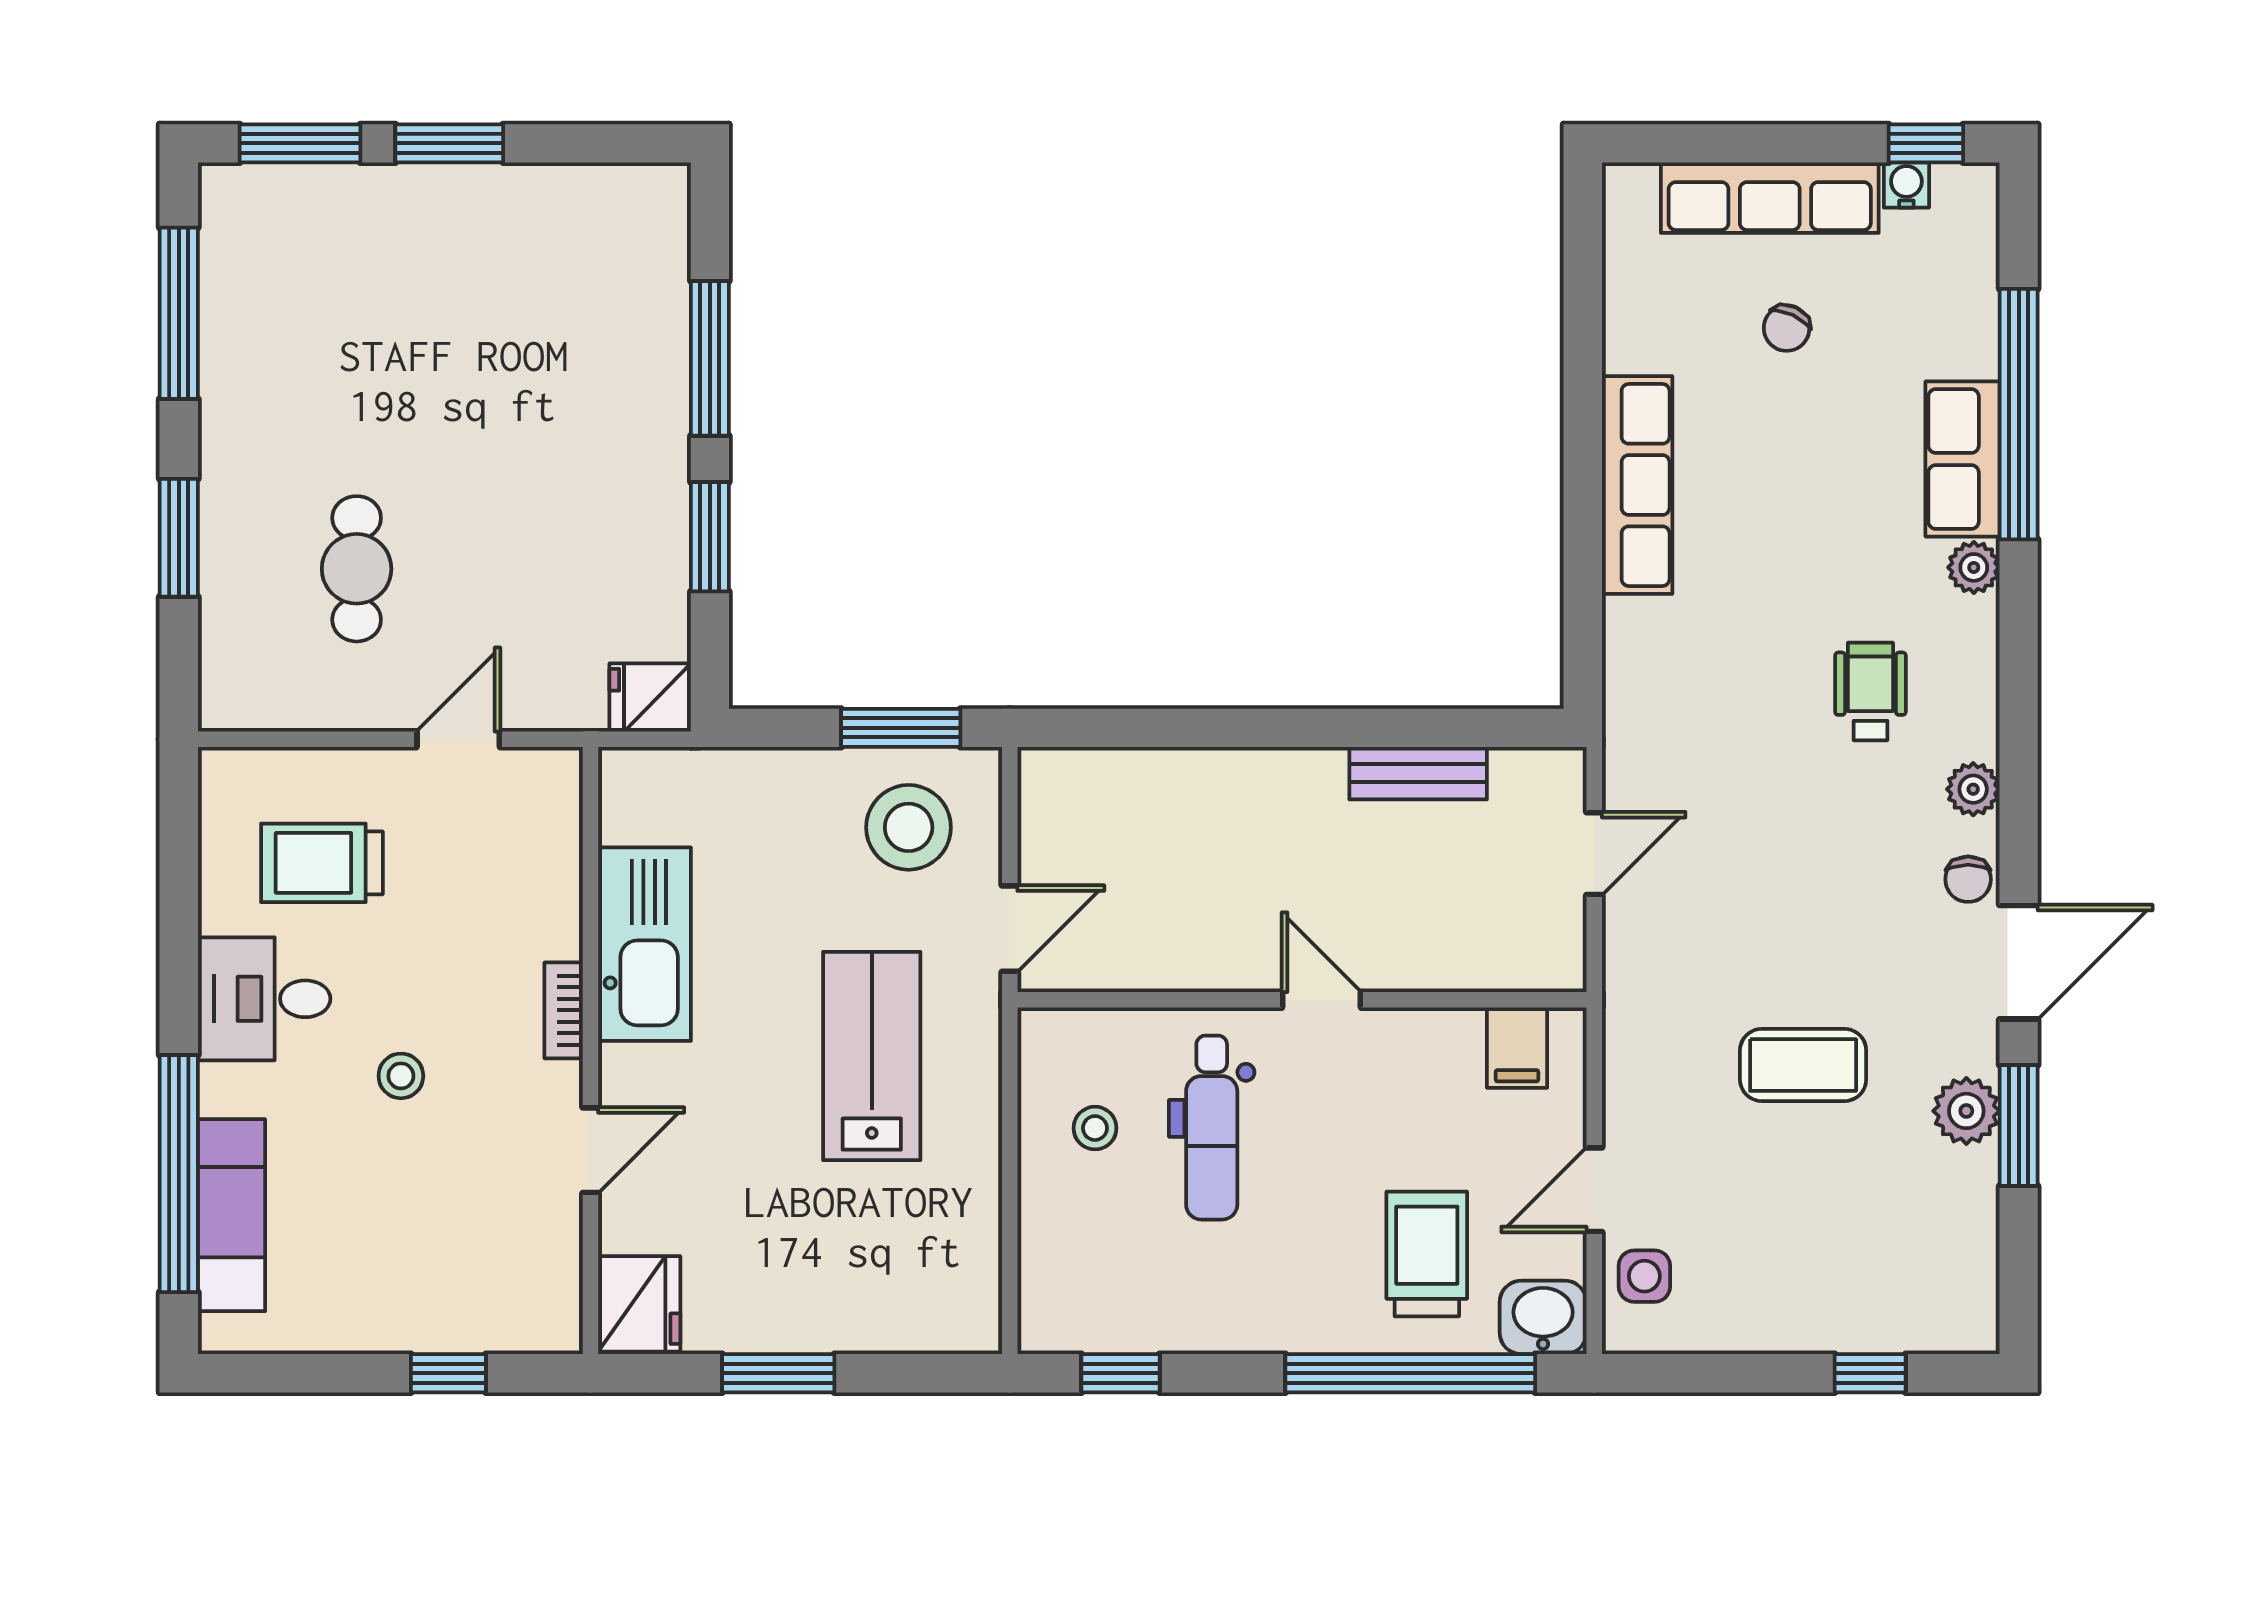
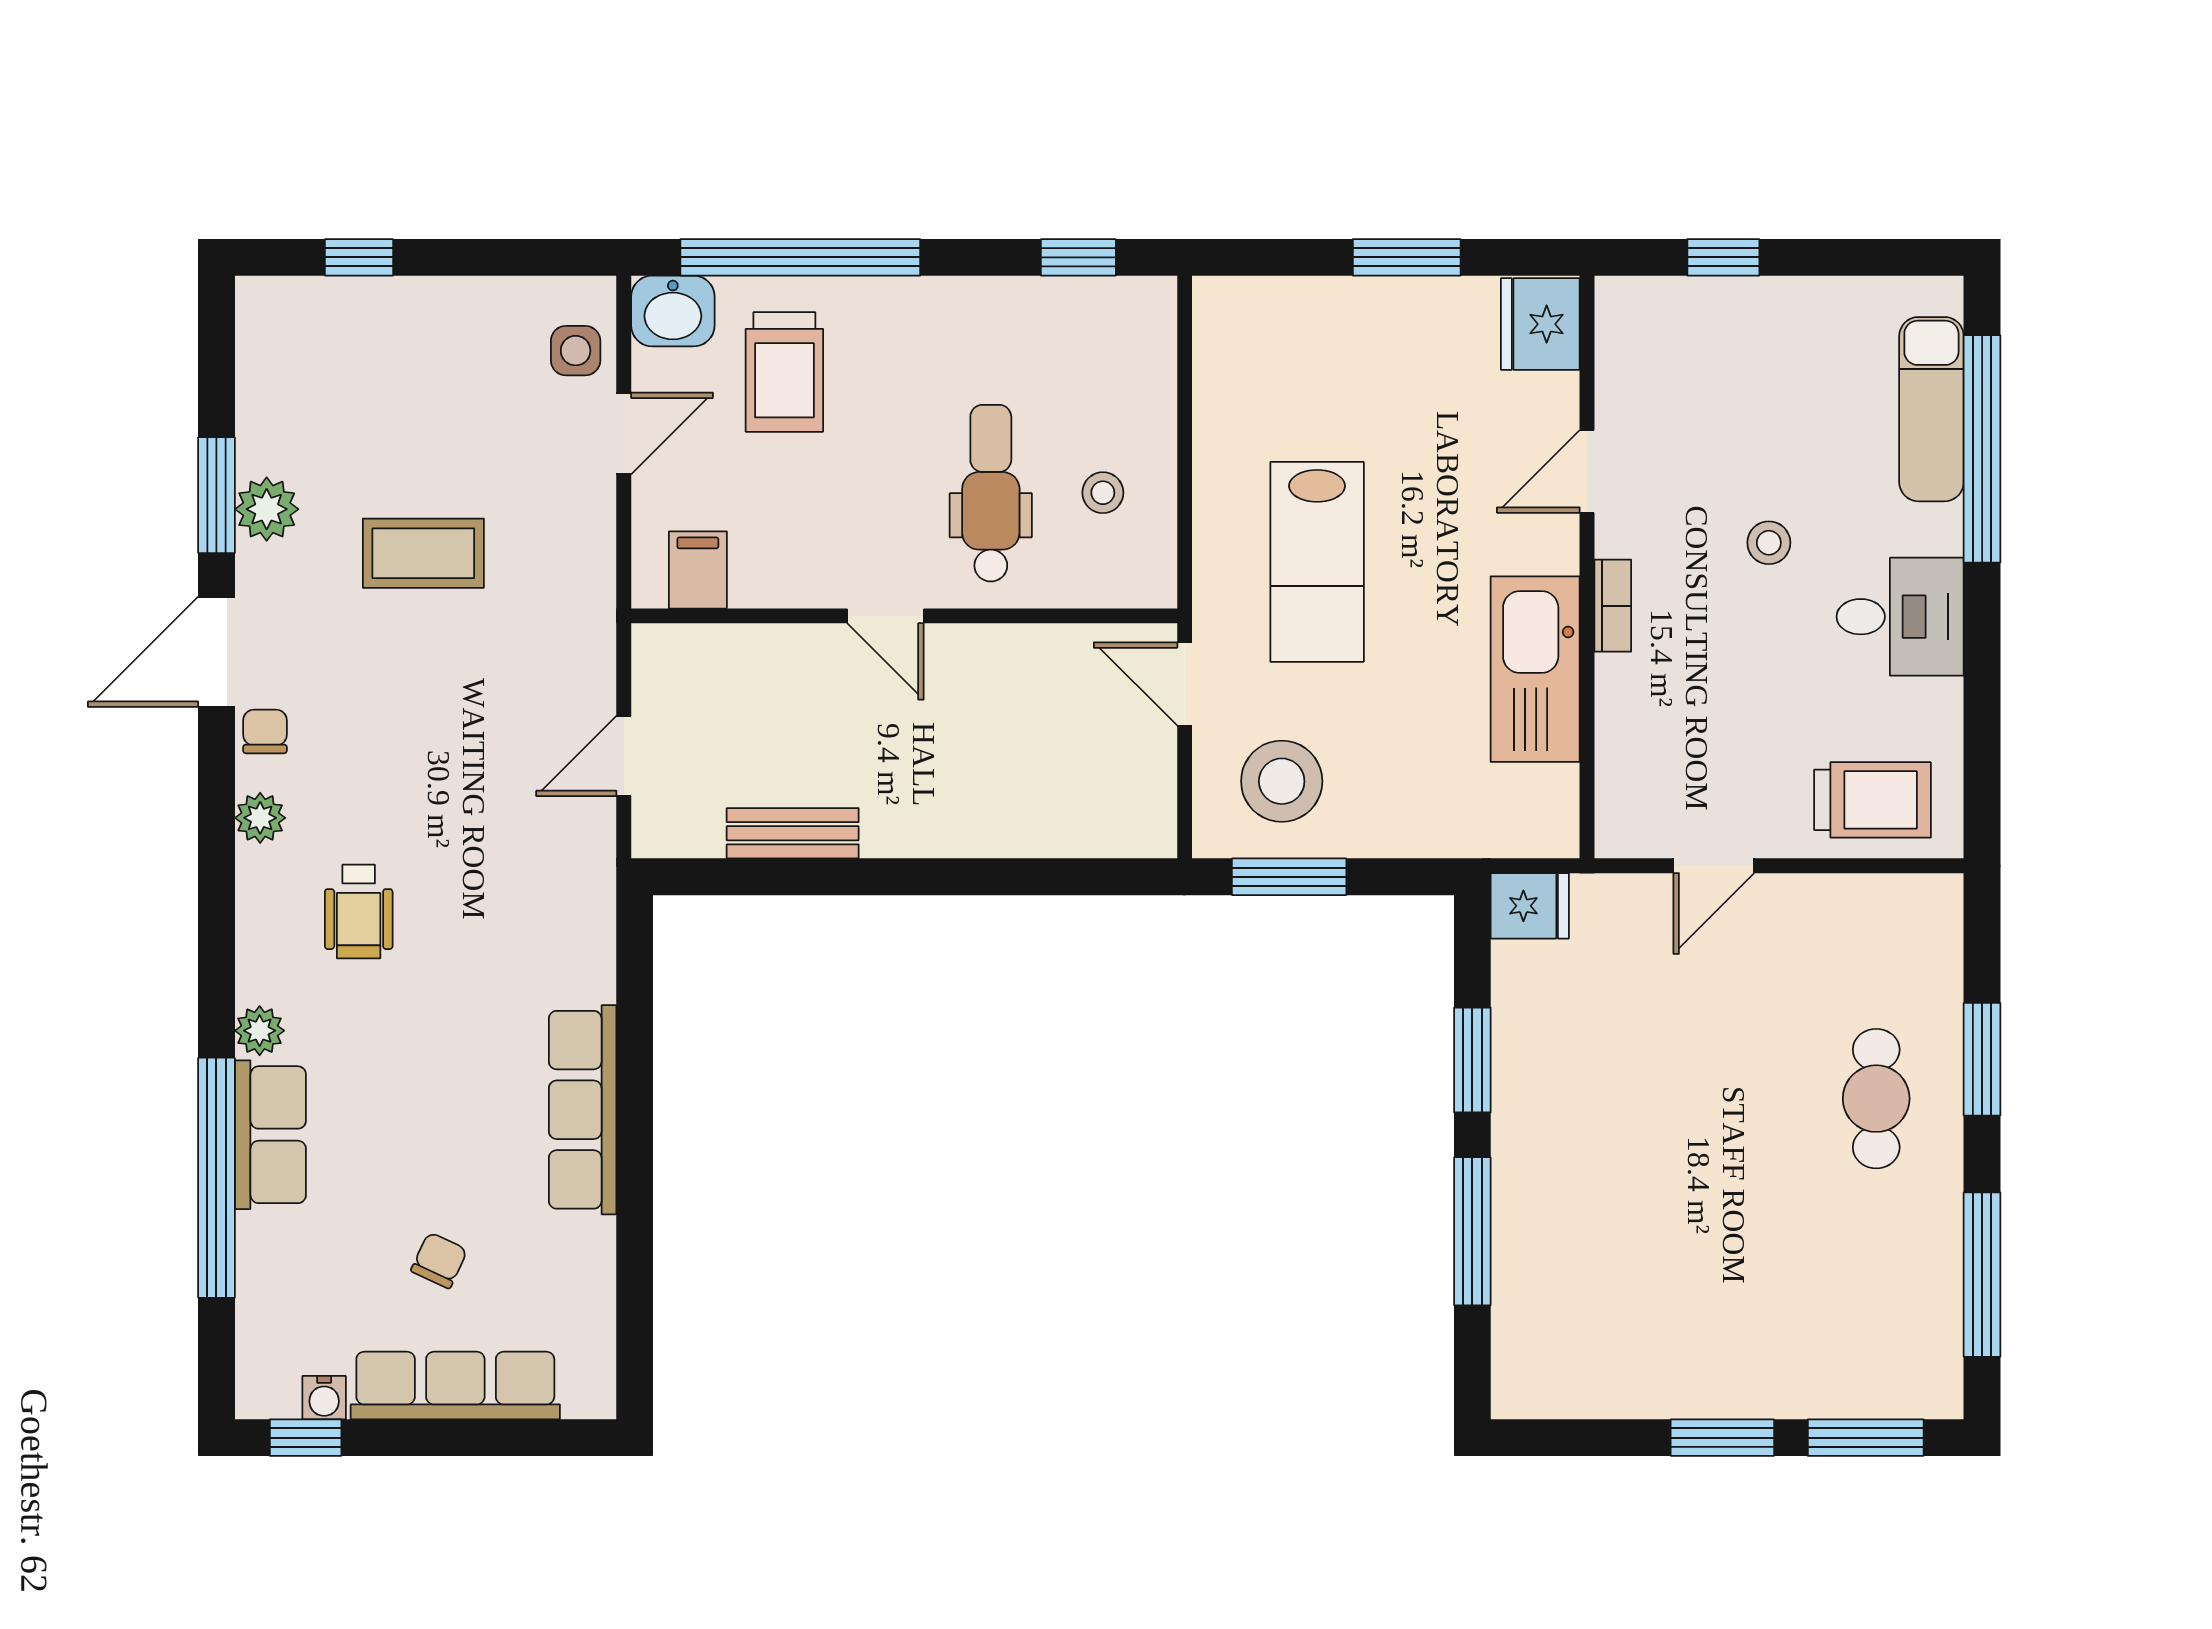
cafe table: (357, 569) -> (1876, 1099), moved
trolley: (322, 863) -> (1872, 800), moved
door: (1010, 929) -> (1185, 684), hinge flipped

